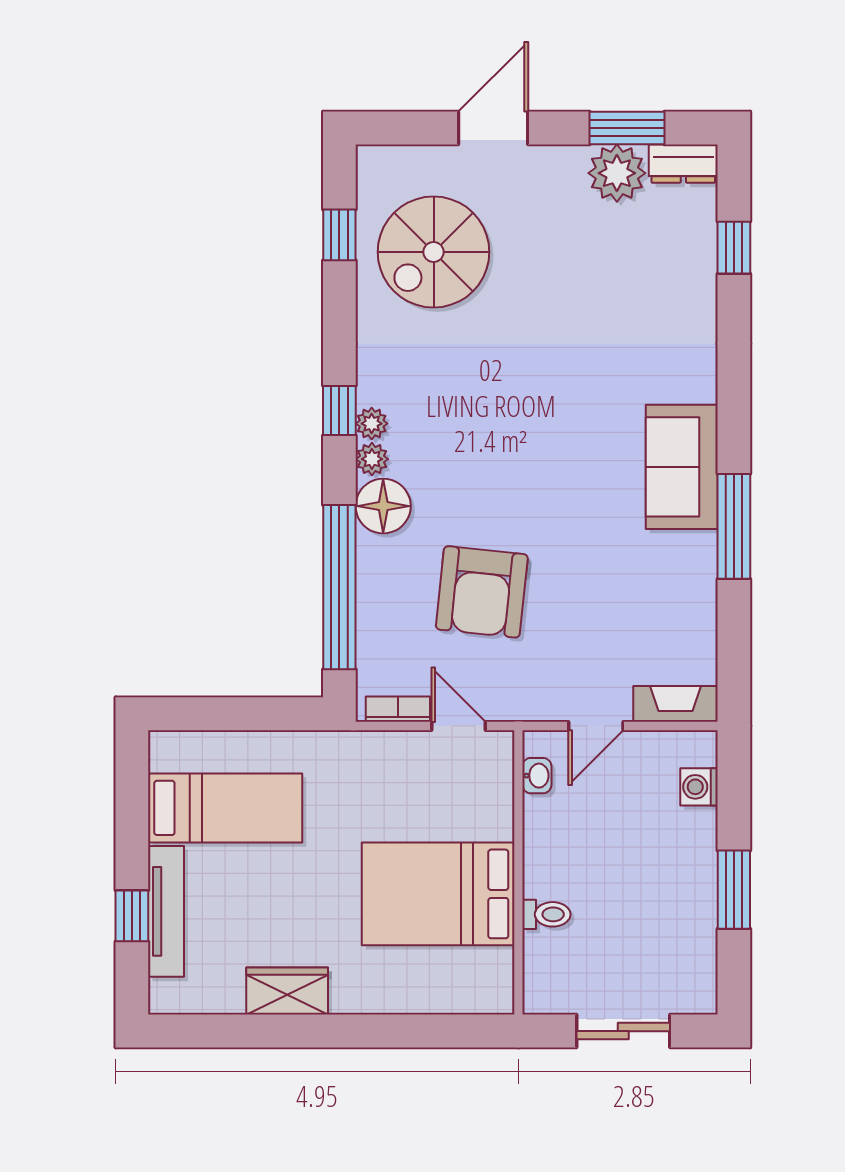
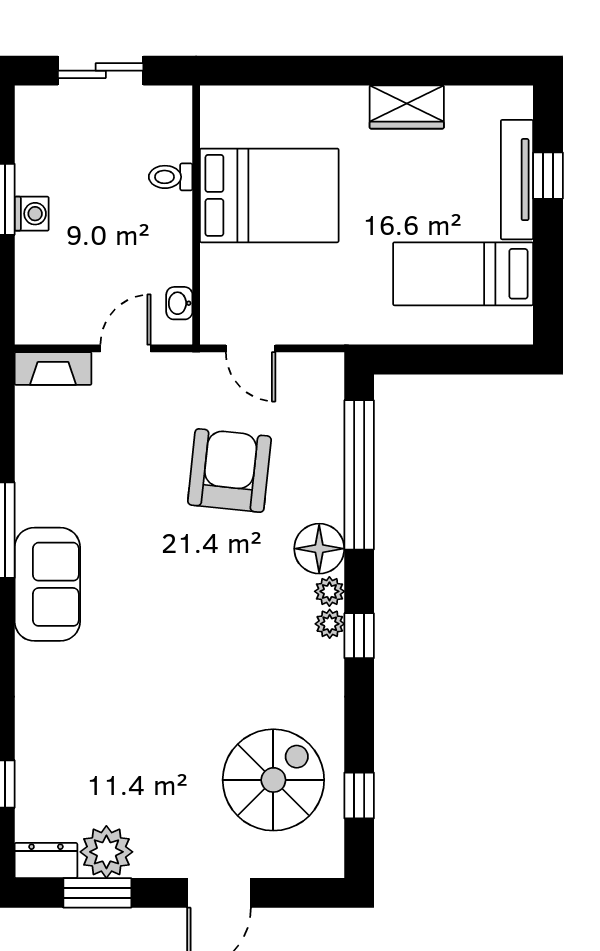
bookcase: (398, 709) -> (306, 364), removed
washing machine: (699, 787) -> (32, 214), moved

